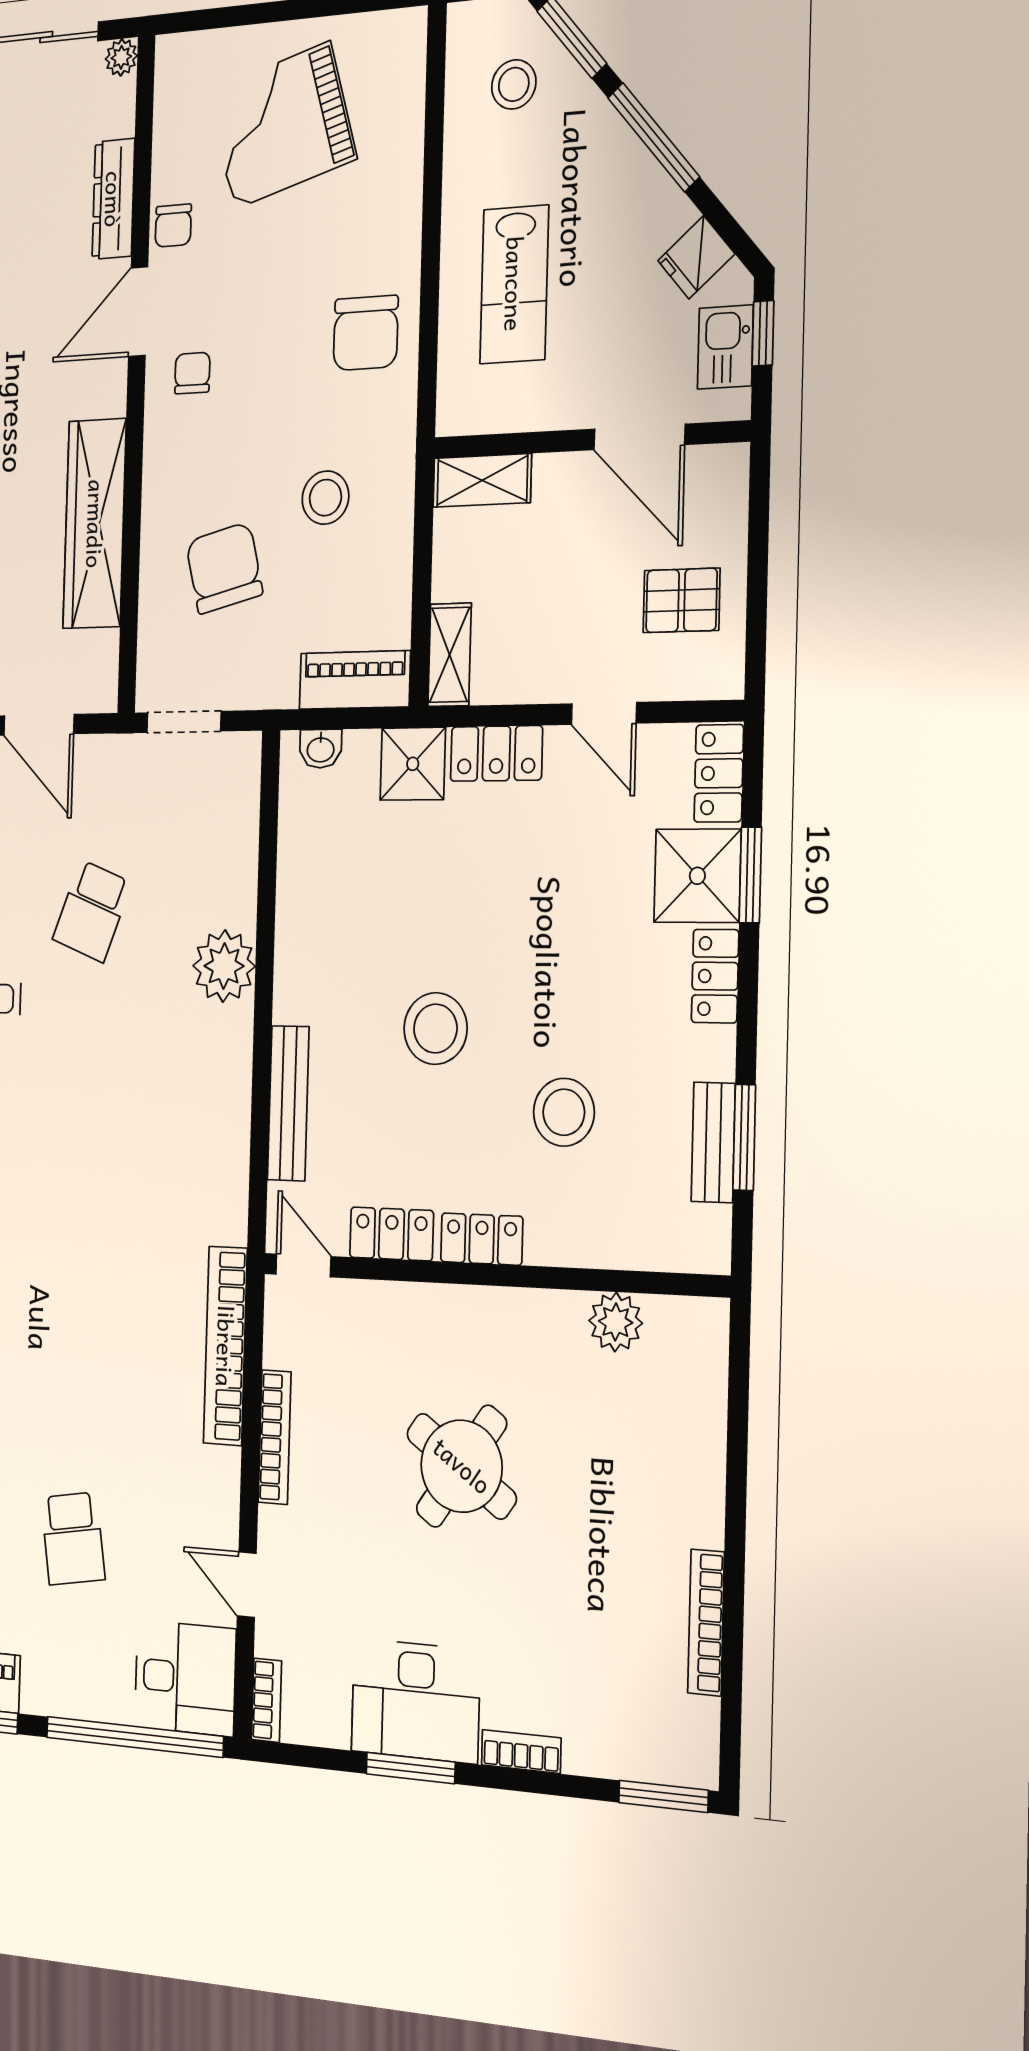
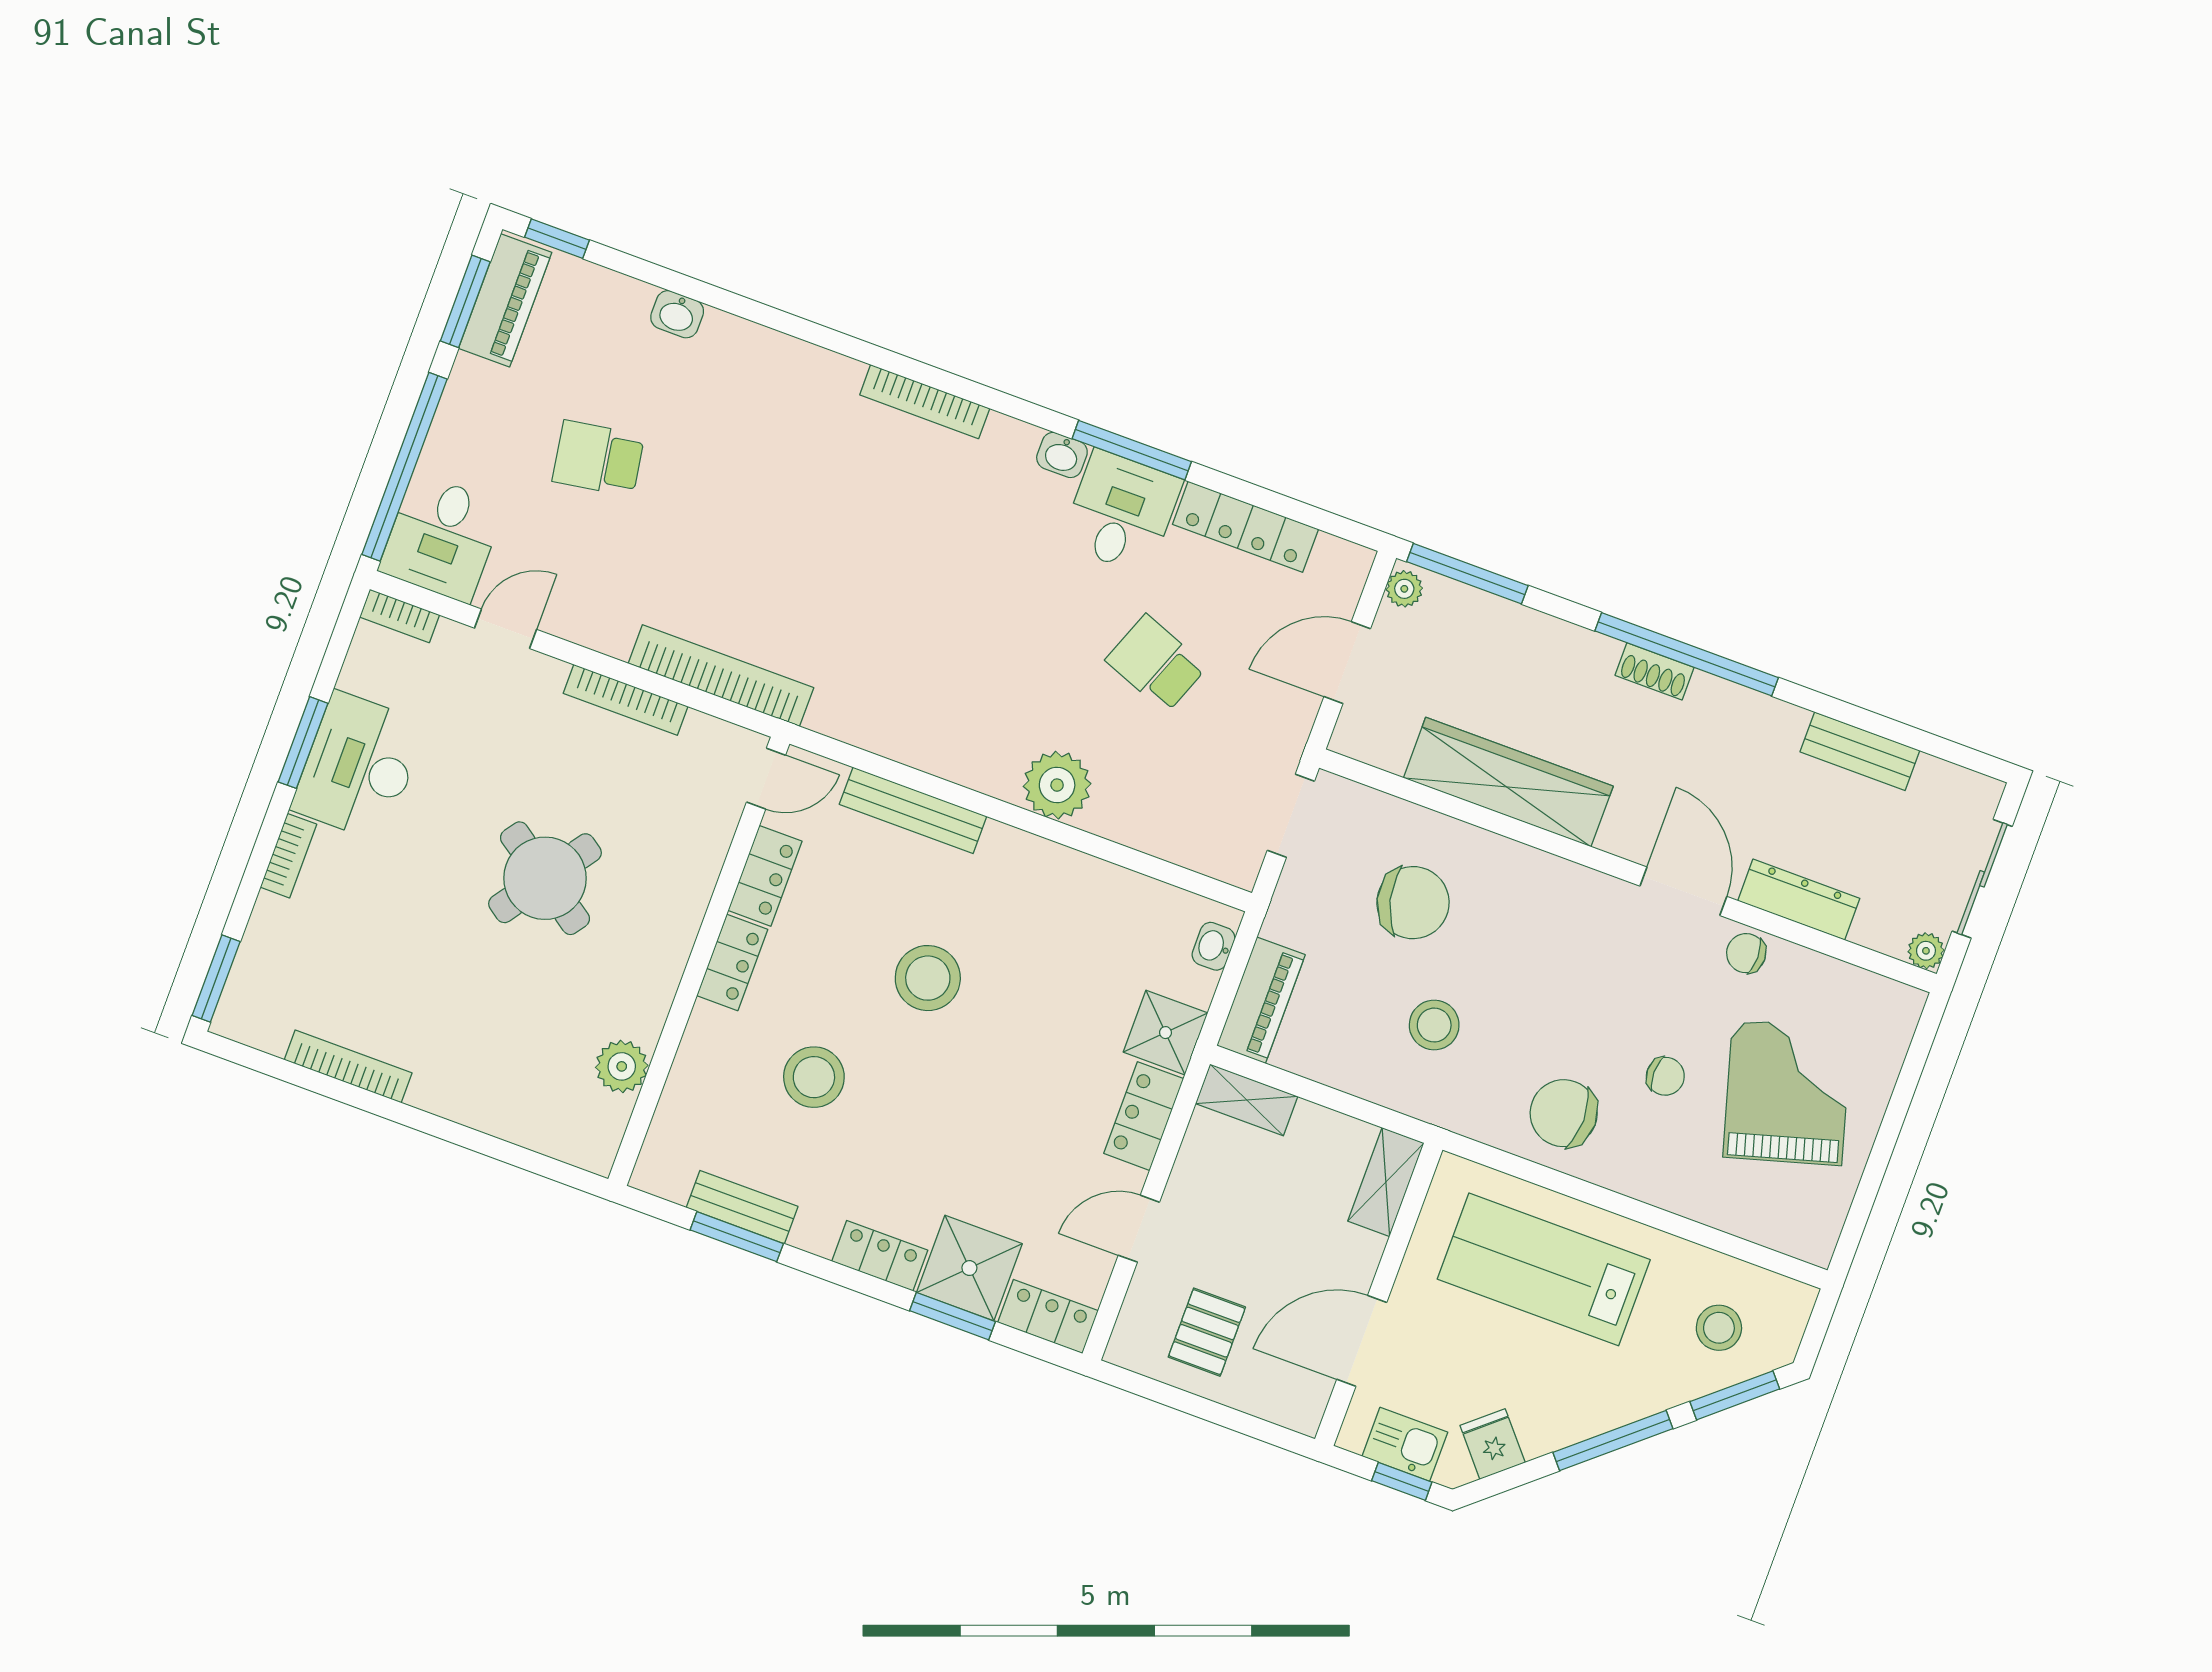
lab bench: (514, 284) -> (1544, 1269), width x1.36, depth x1.39
chair: (192, 373) -> (1665, 1076), moved

